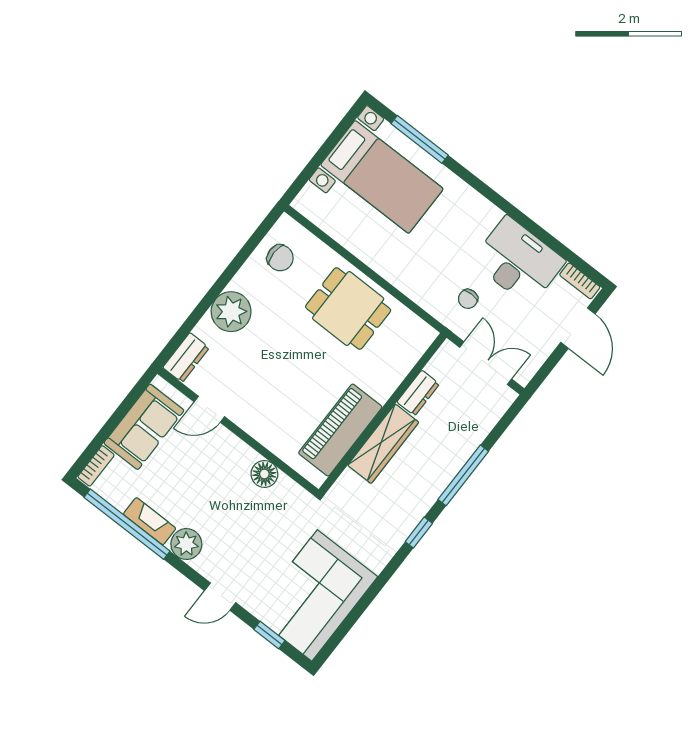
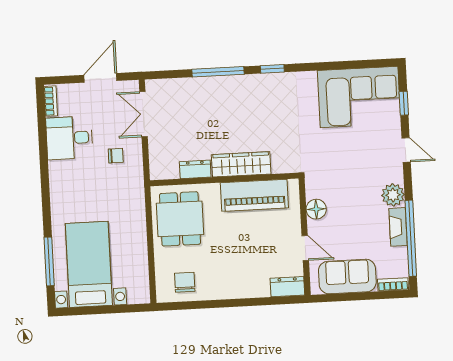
desk: (518, 261) -> (69, 138), width x0.73
plant: (231, 312) -> (239, 284), removed
door: (578, 328) -> (100, 78), moved
dresser: (418, 393) -> (195, 169), moved
wall: (383, 413) -> (224, 179), moved
piano: (340, 430) -> (254, 195), moved
wardrobe: (383, 444) -> (241, 164), moved
floor lamp: (264, 474) -> (316, 209), moved

